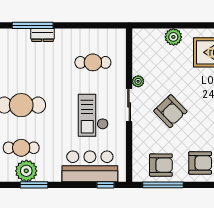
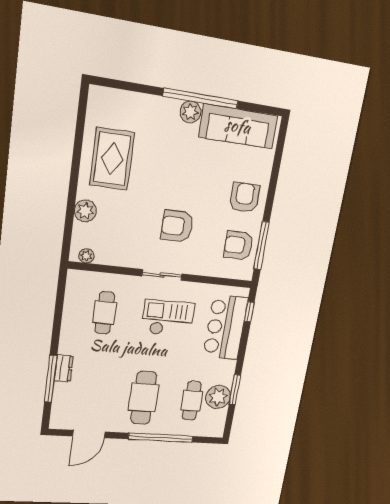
plant: (138, 81) -> (86, 256), moved
armchair: (170, 111) -> (177, 226), turned -136
checkout: (93, 115) -> (168, 318), turned 180
armchair: (161, 165) -> (239, 245), turned -90

